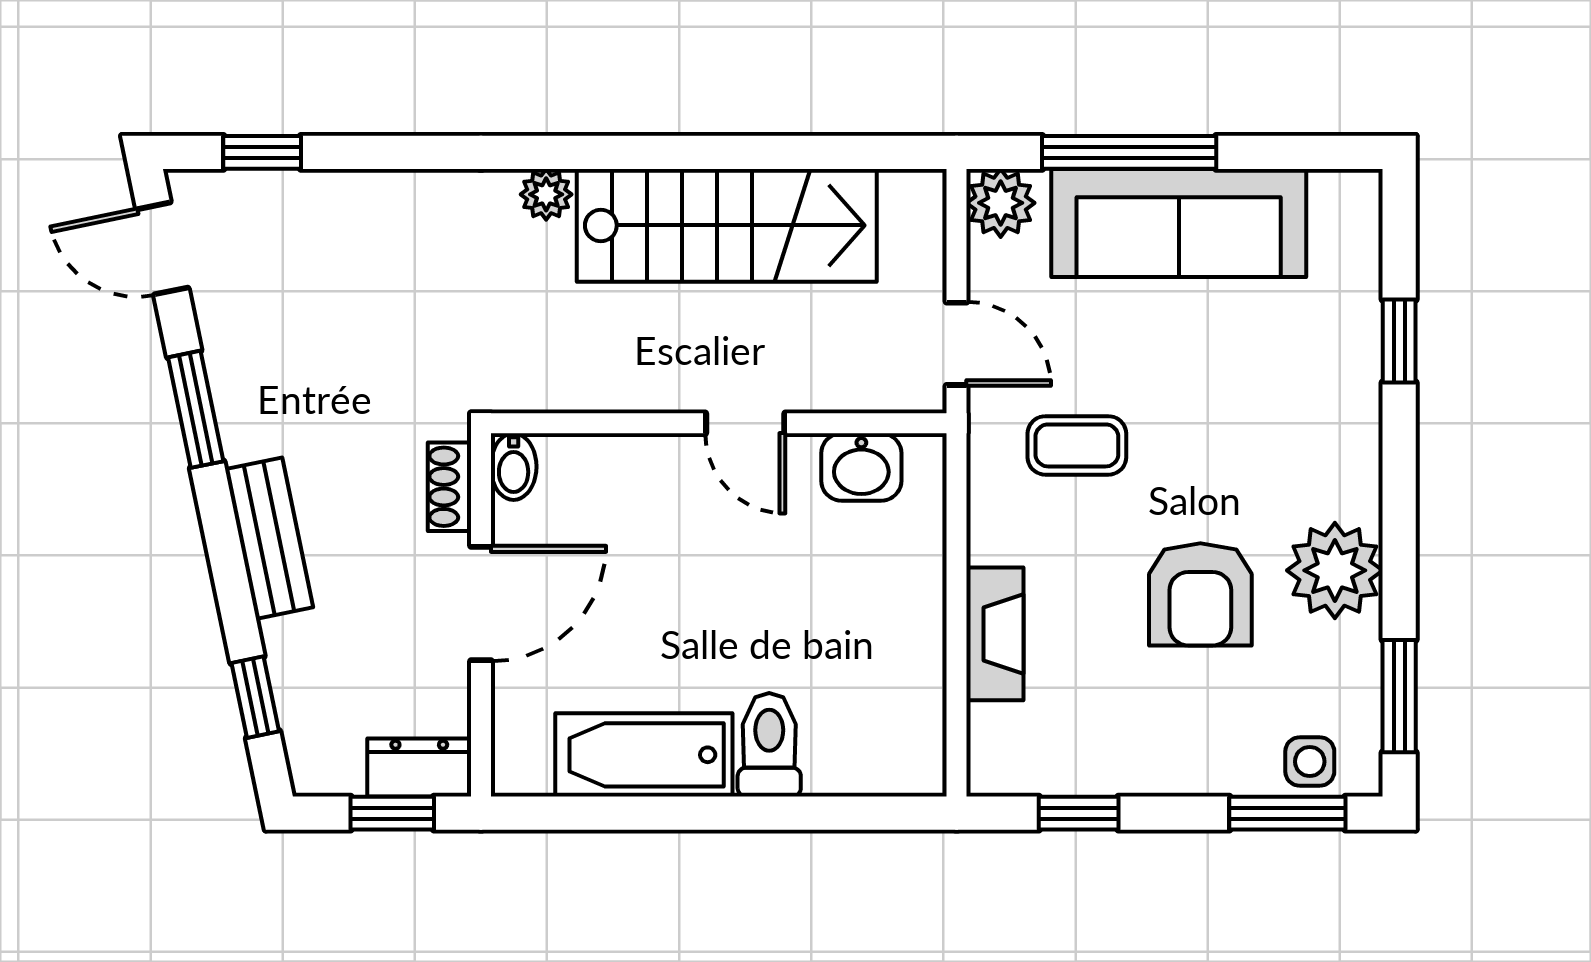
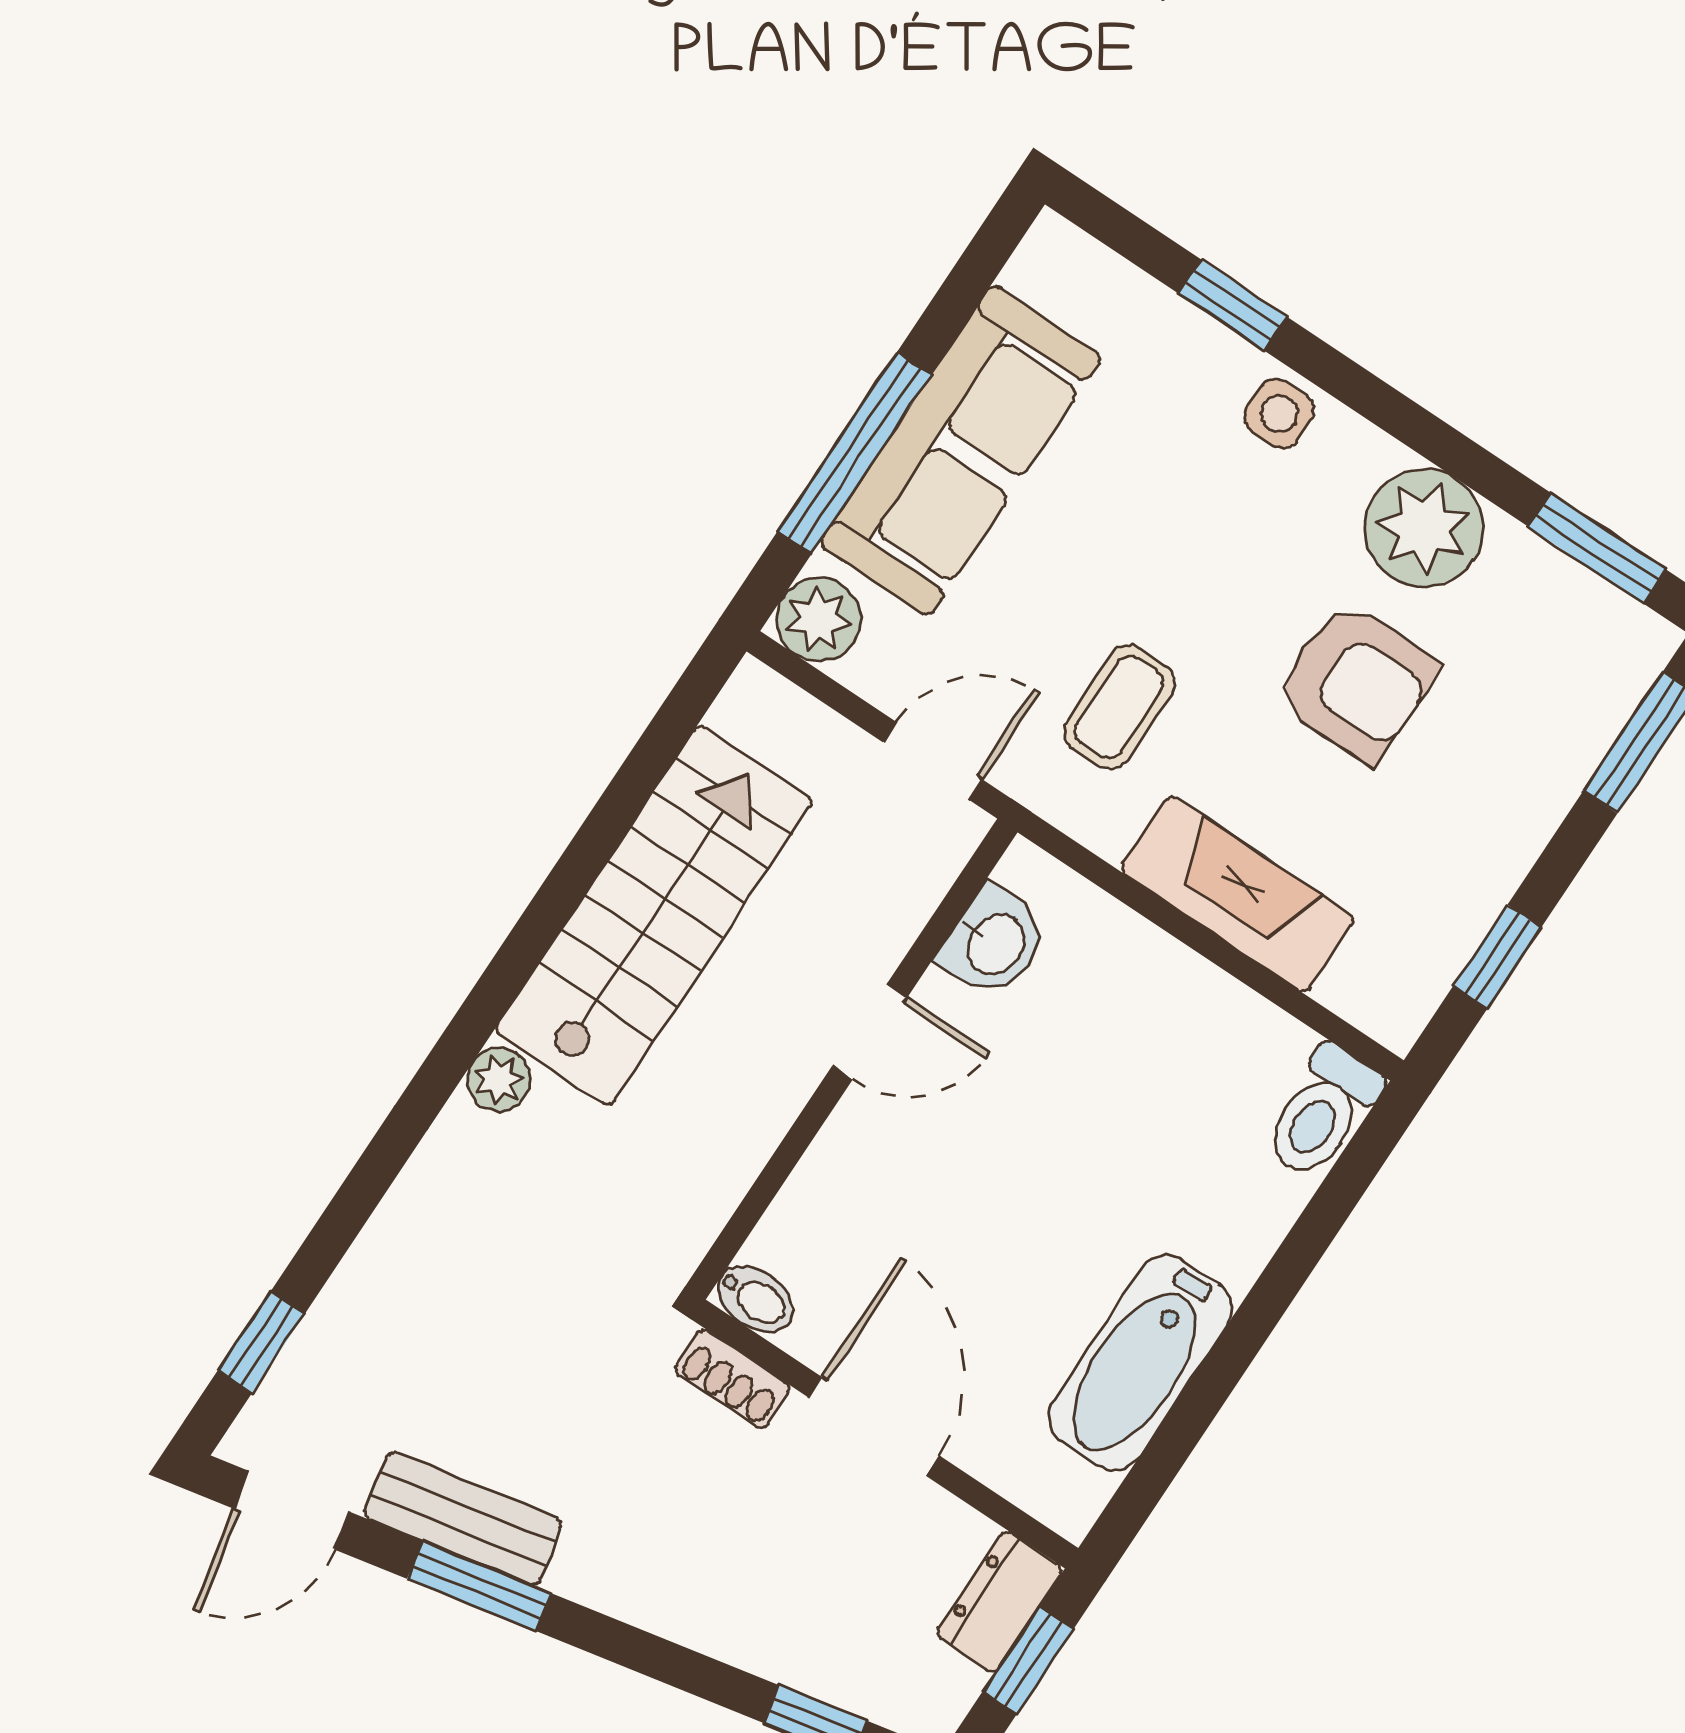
bench: (269, 538) -> (463, 1519), moved
fireplace: (995, 634) -> (1237, 894), width x1.37, depth x1.32
toilet: (769, 745) -> (1322, 1112), moved, turned -90
side table: (1310, 762) -> (1279, 413), moved

